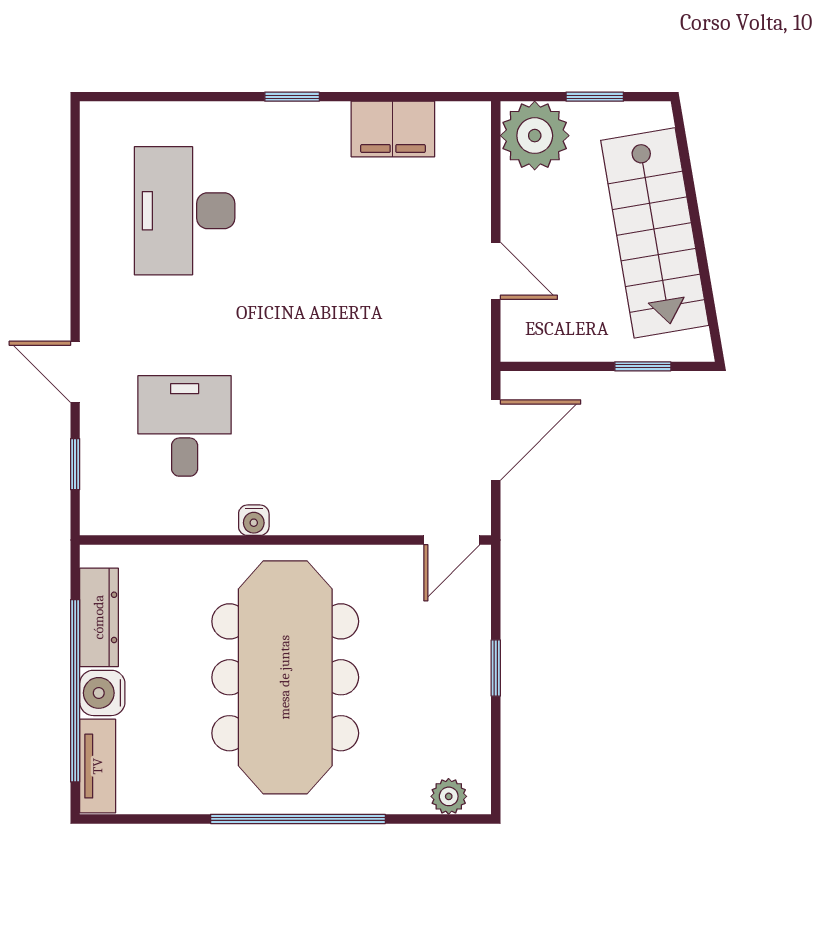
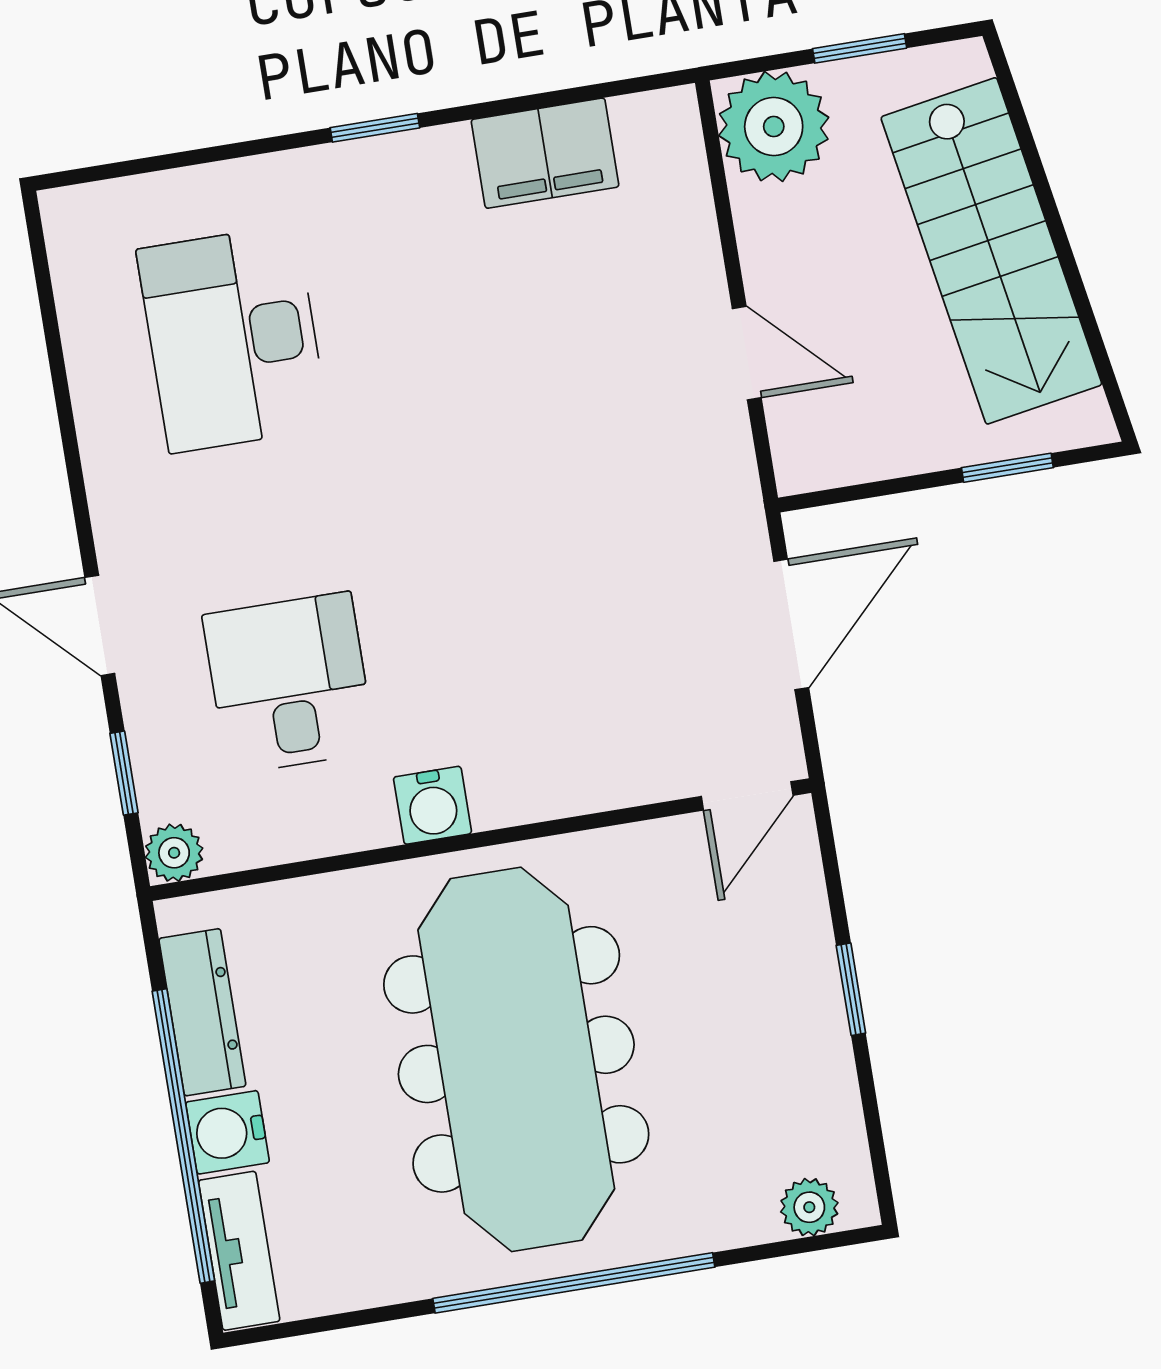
plant: (98, 518) -> (174, 853), added
water cooler: (254, 520) -> (433, 805), width x1.38, depth x1.38

